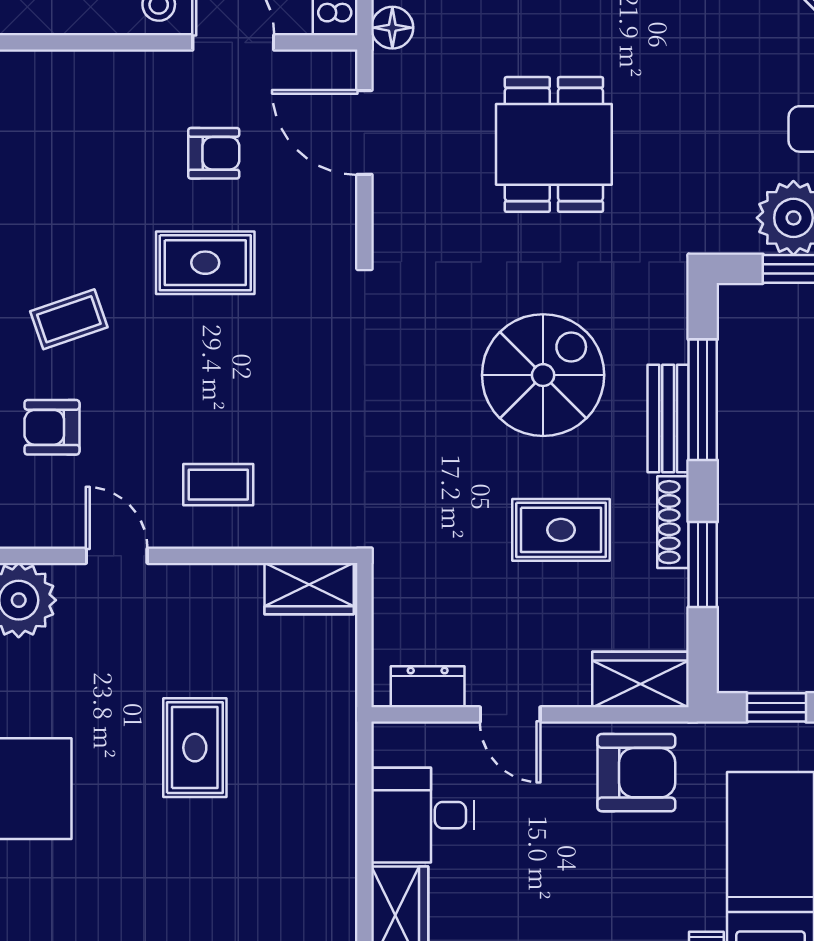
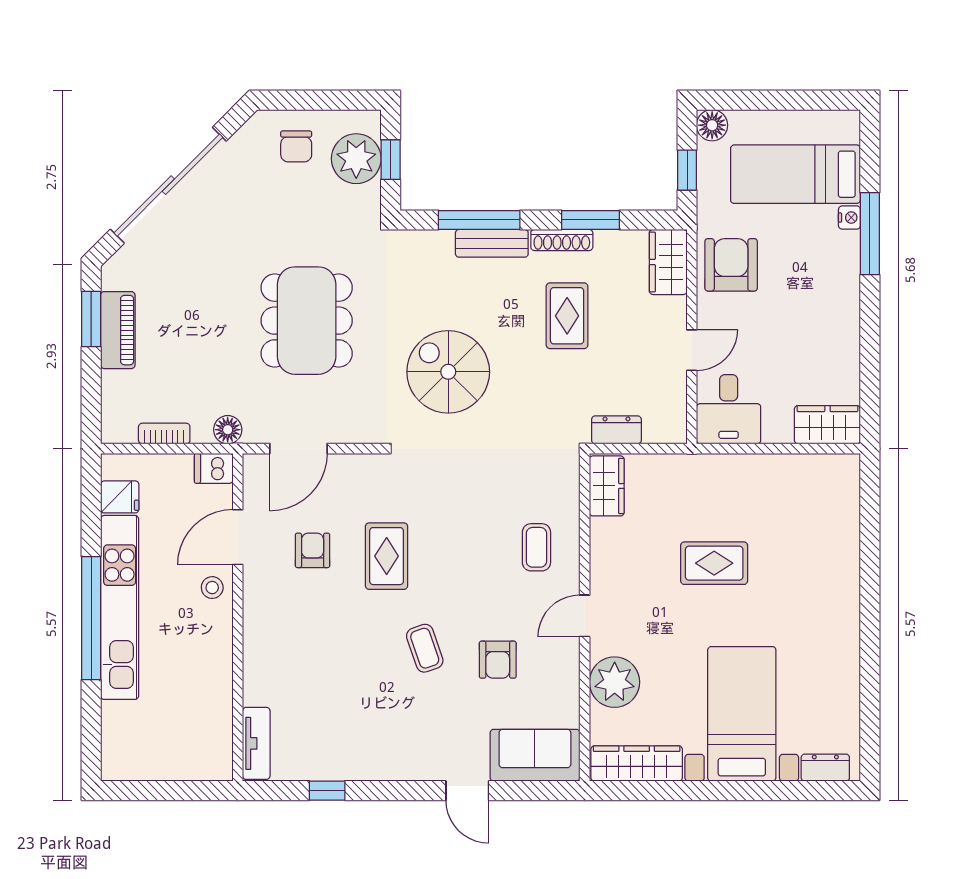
dining table: (554, 144) -> (307, 321), width x1.38
spiral stairs: (543, 375) -> (448, 372), moved
dresser: (428, 687) -> (616, 430), moved, turned 90
desk: (423, 815) -> (729, 409), moved

